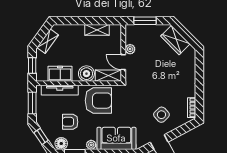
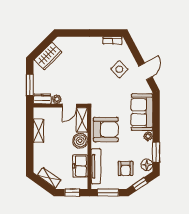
dresser: (130, 34) -> (42, 99), added
armchair: (98, 101) -> (106, 129), turned 90
armchair: (70, 122) -> (126, 168), moved

